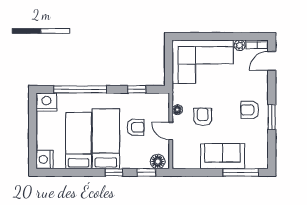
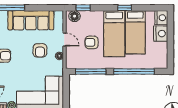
window: (137, 89) -> (91, 71), width x2.17
nightstand: (46, 102) -> (161, 34), moved, turned -90
sofa: (223, 156) -> (31, 20), width x1.36
window: (114, 172) -> (125, 8), moved

